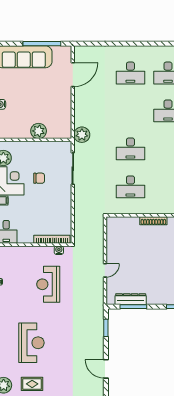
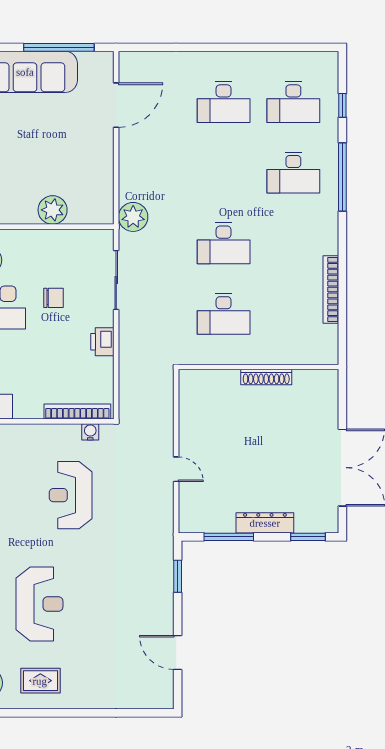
printer: (65, 202) -> (102, 342), added
door: (105, 270) -> (176, 469), hinge flipped
dresser: (131, 299) -> (265, 523), moved

